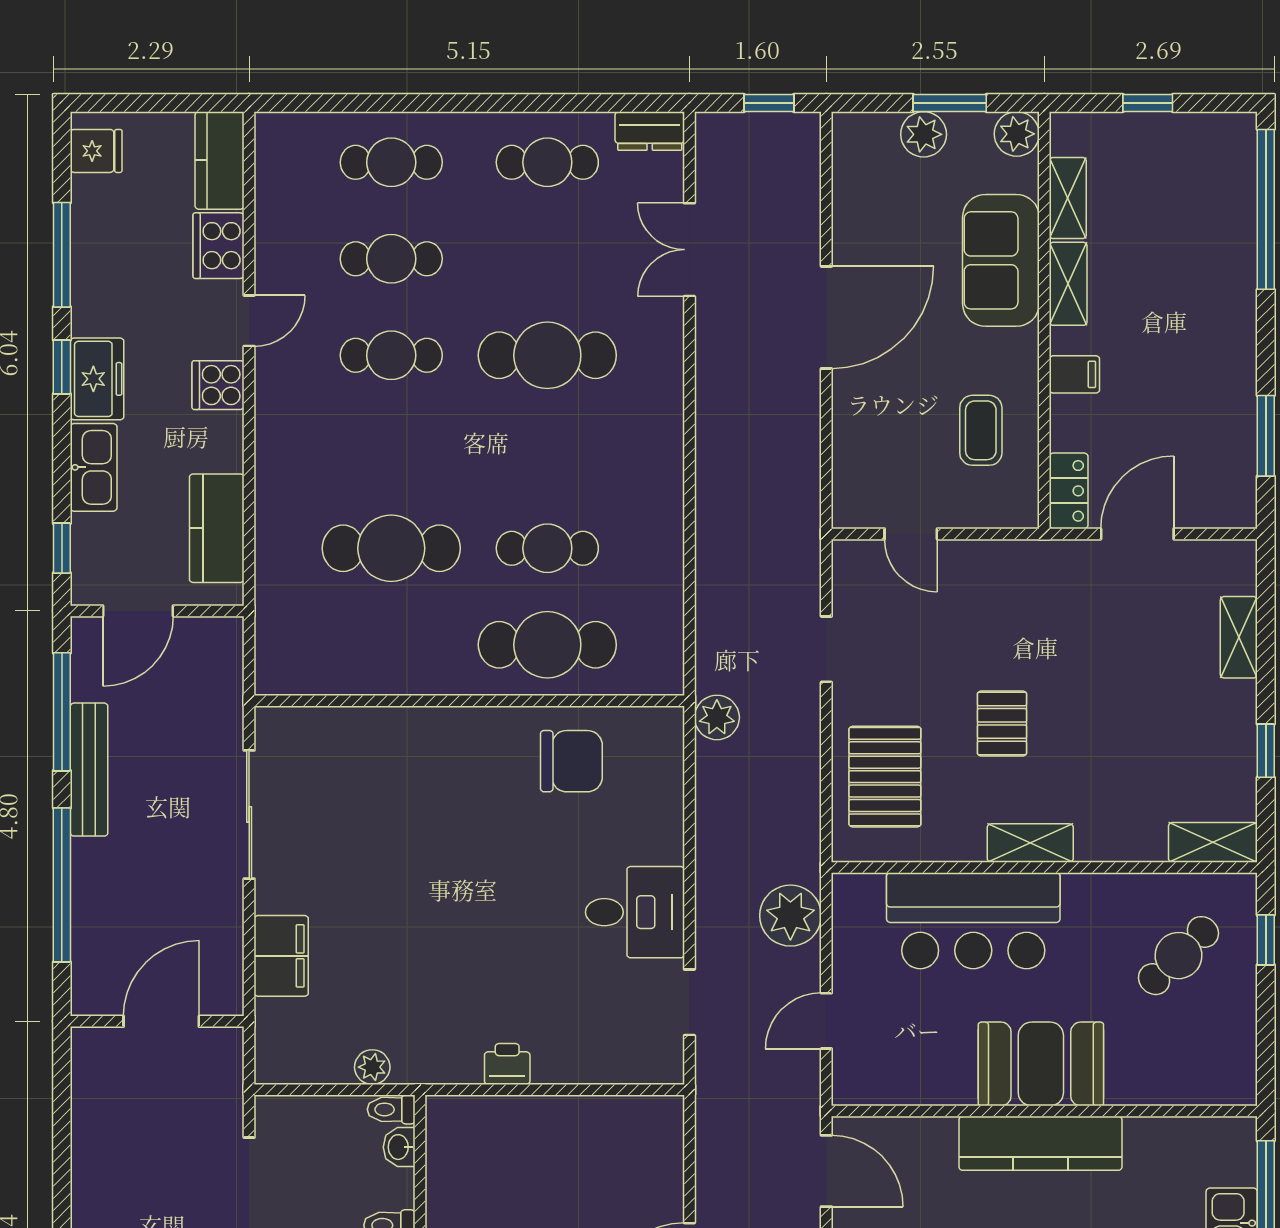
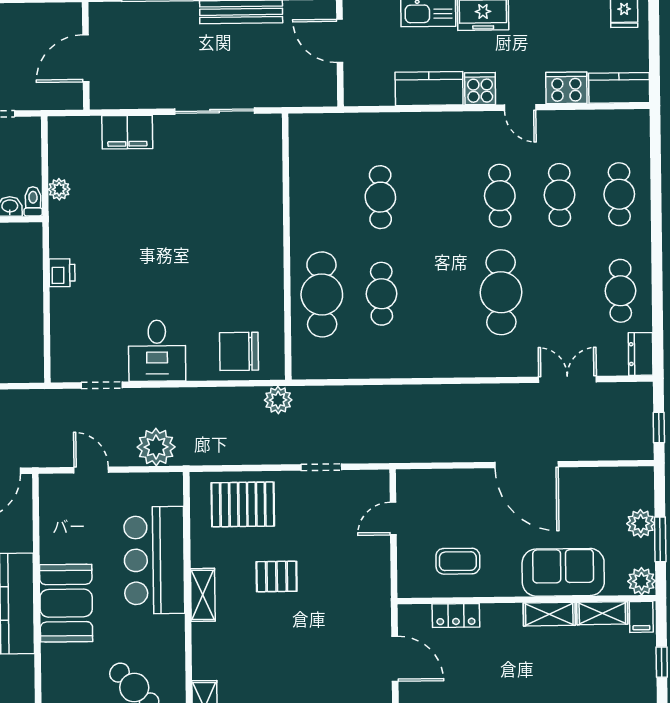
filing cabinet: (1074, 374) -> (641, 617), moved
locker: (1069, 491) -> (456, 616), moved
kitchen counter: (217, 528) -> (429, 89), moved
cafe table: (391, 548) -> (380, 197), width x0.73, depth x0.74
chair: (571, 761) -> (239, 351), moved, turned 90
door: (161, 1021) -> (86, 58), swing flipped

